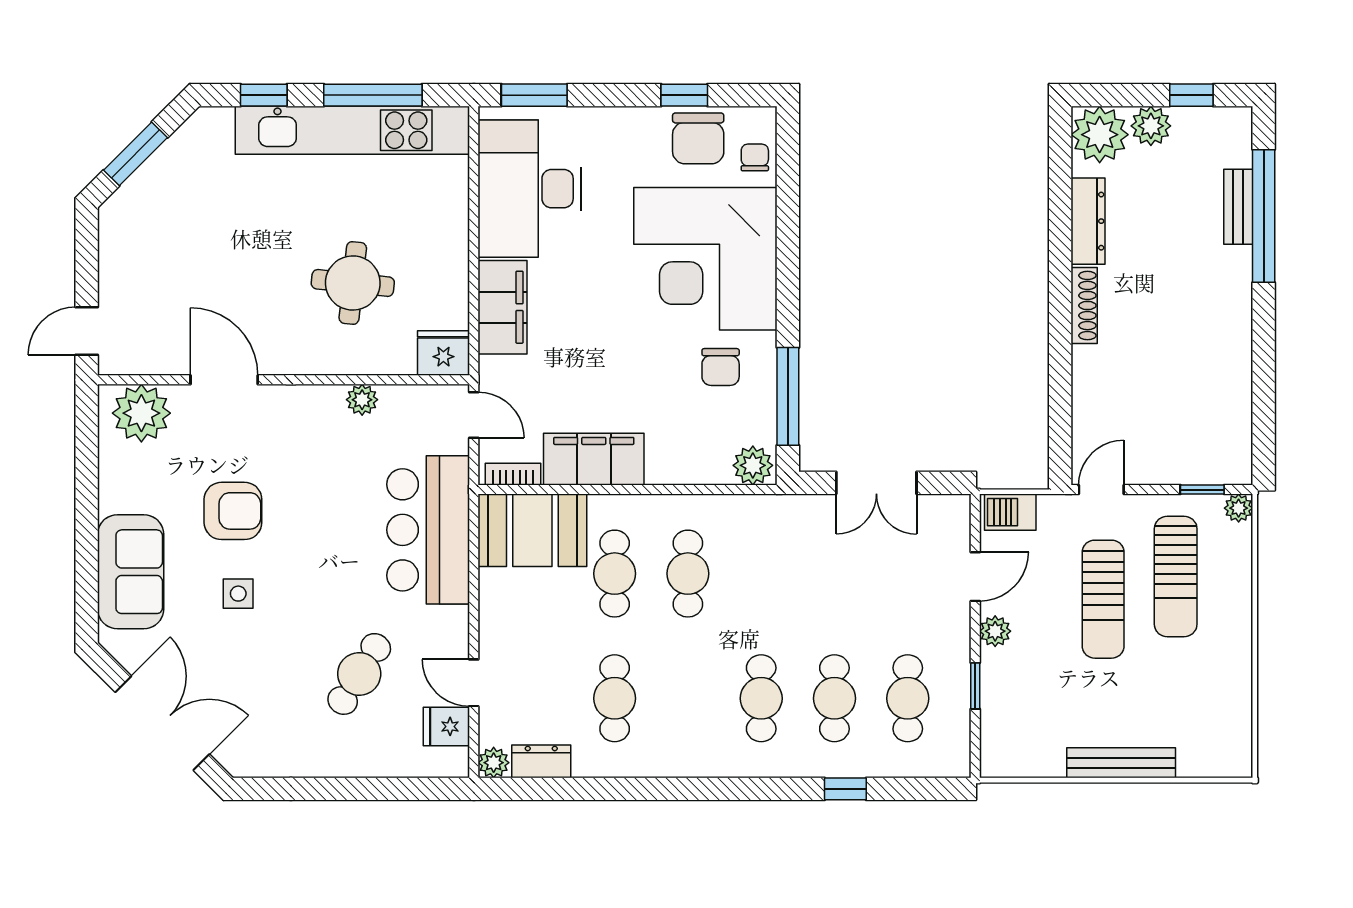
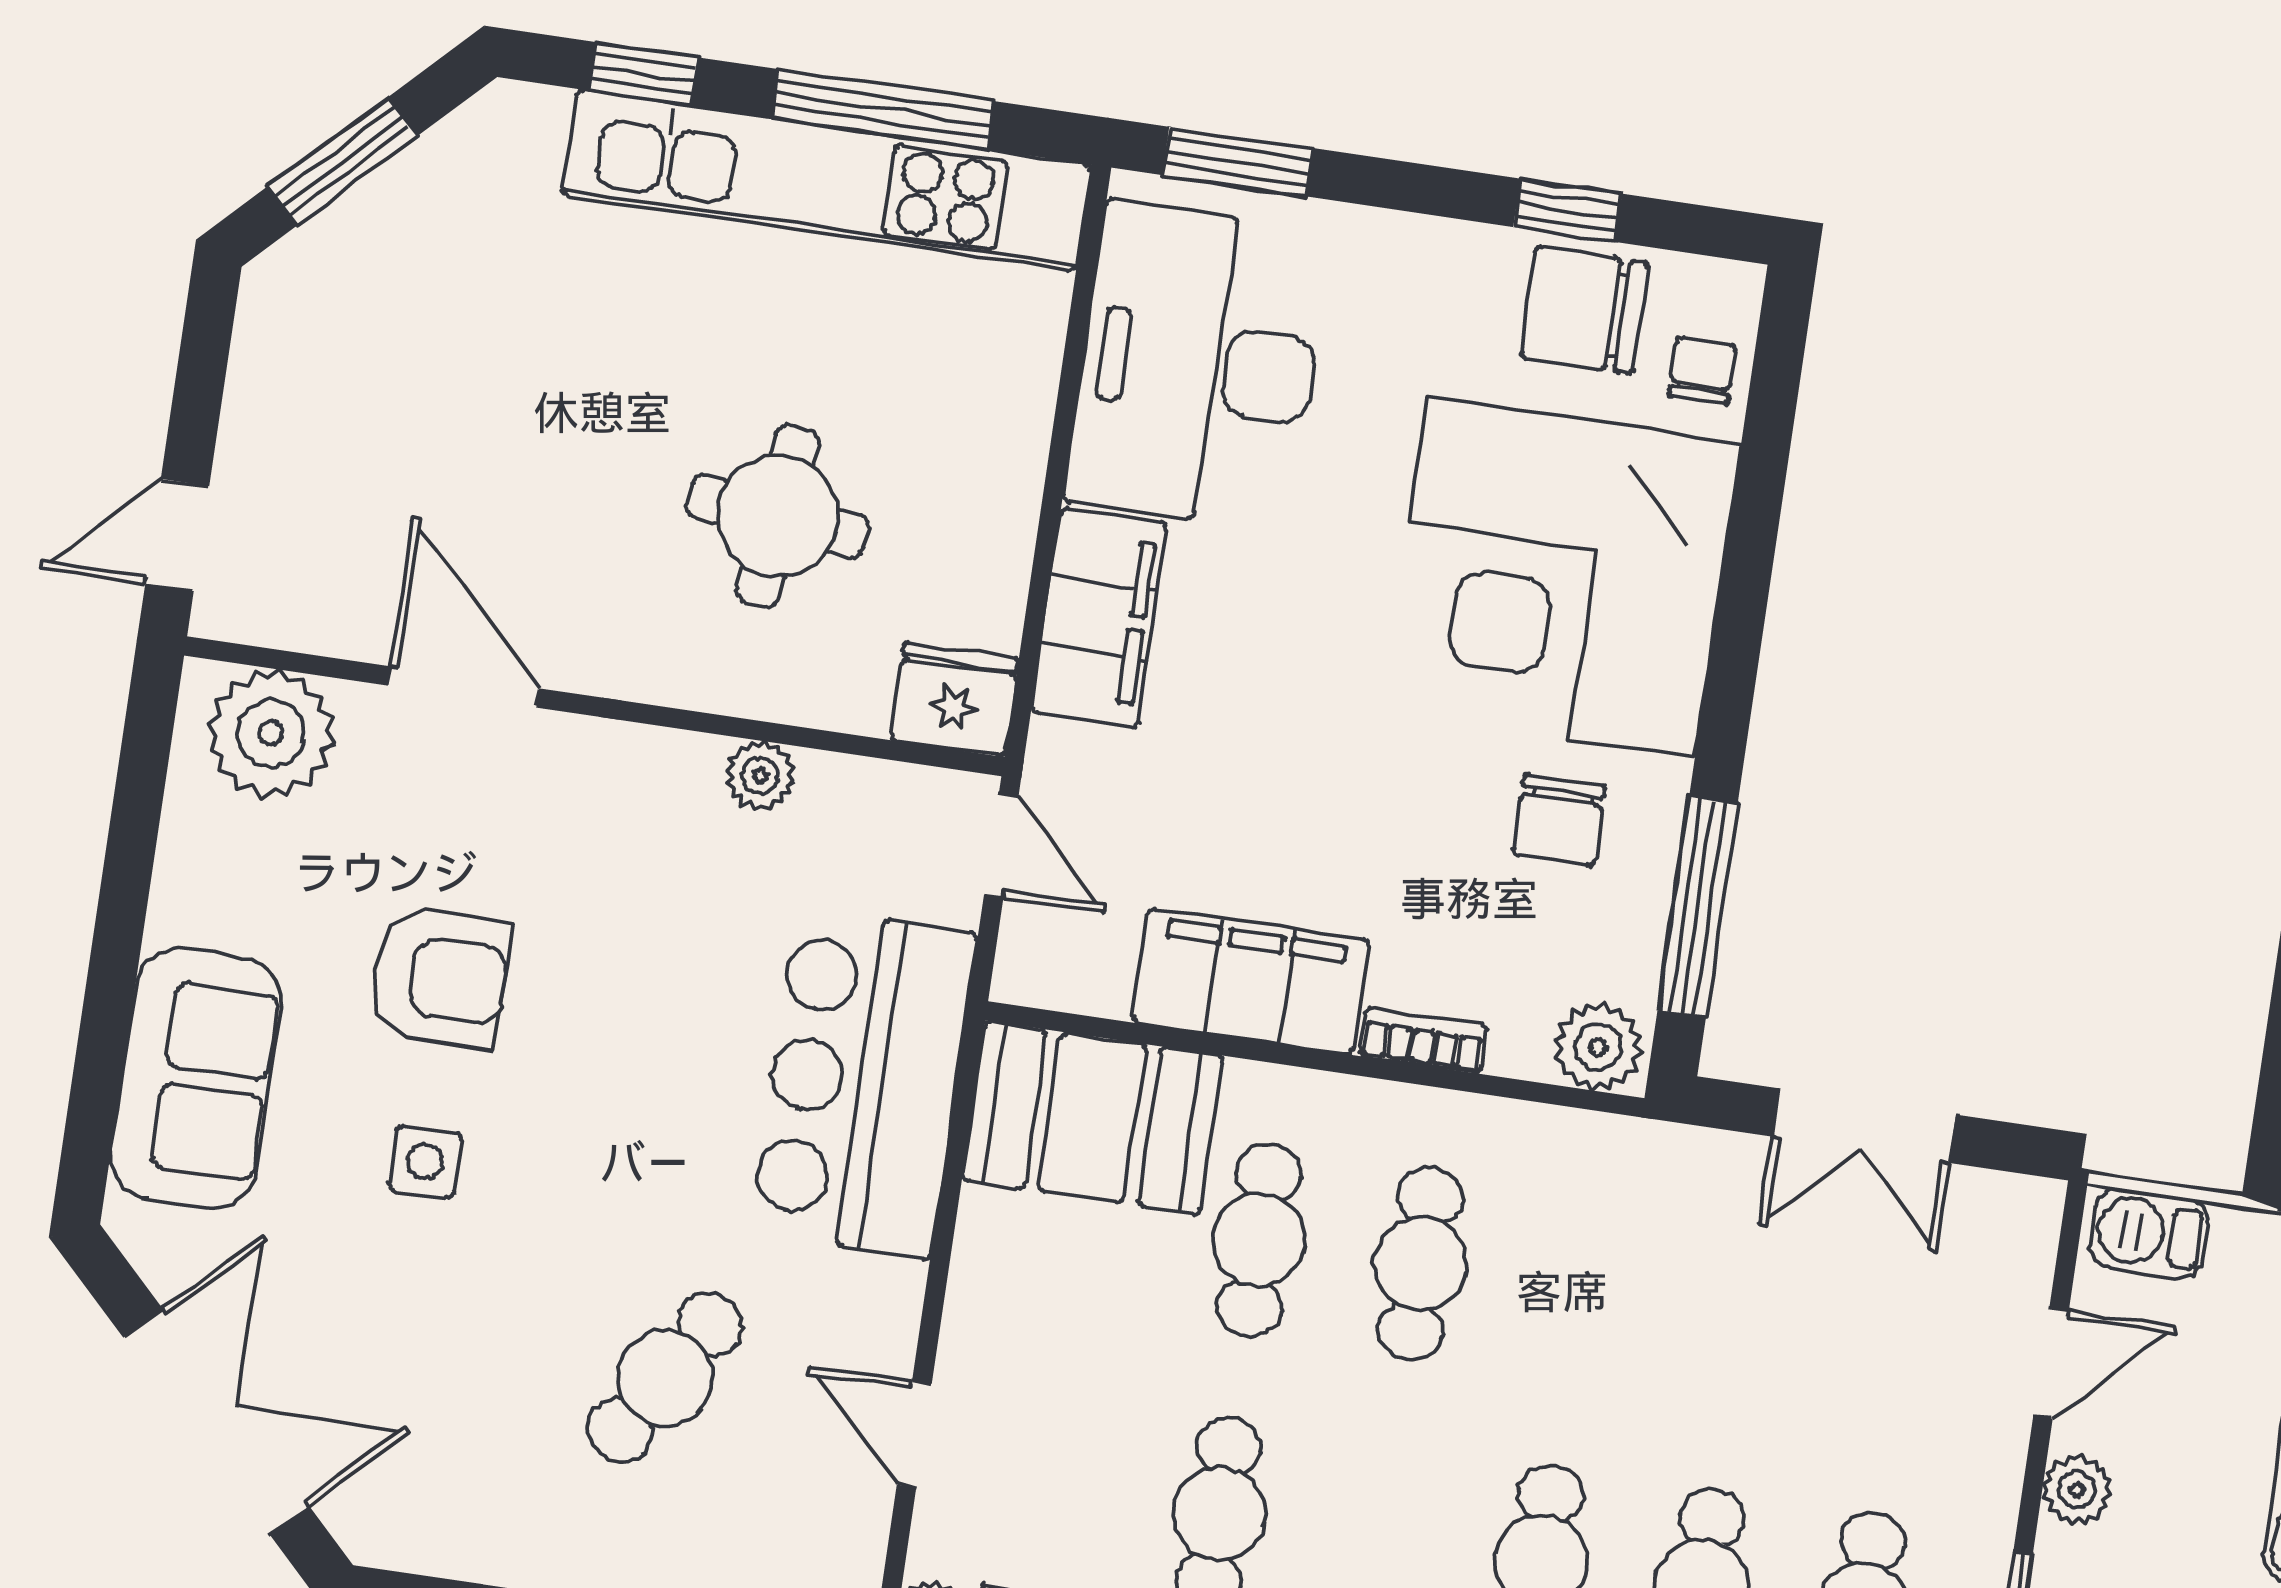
chair: (698, 138) -> (1584, 310), turned 90
bookcase: (513, 474) -> (1423, 1041), moved
fridge: (446, 726) -> (840, 1521), removed

